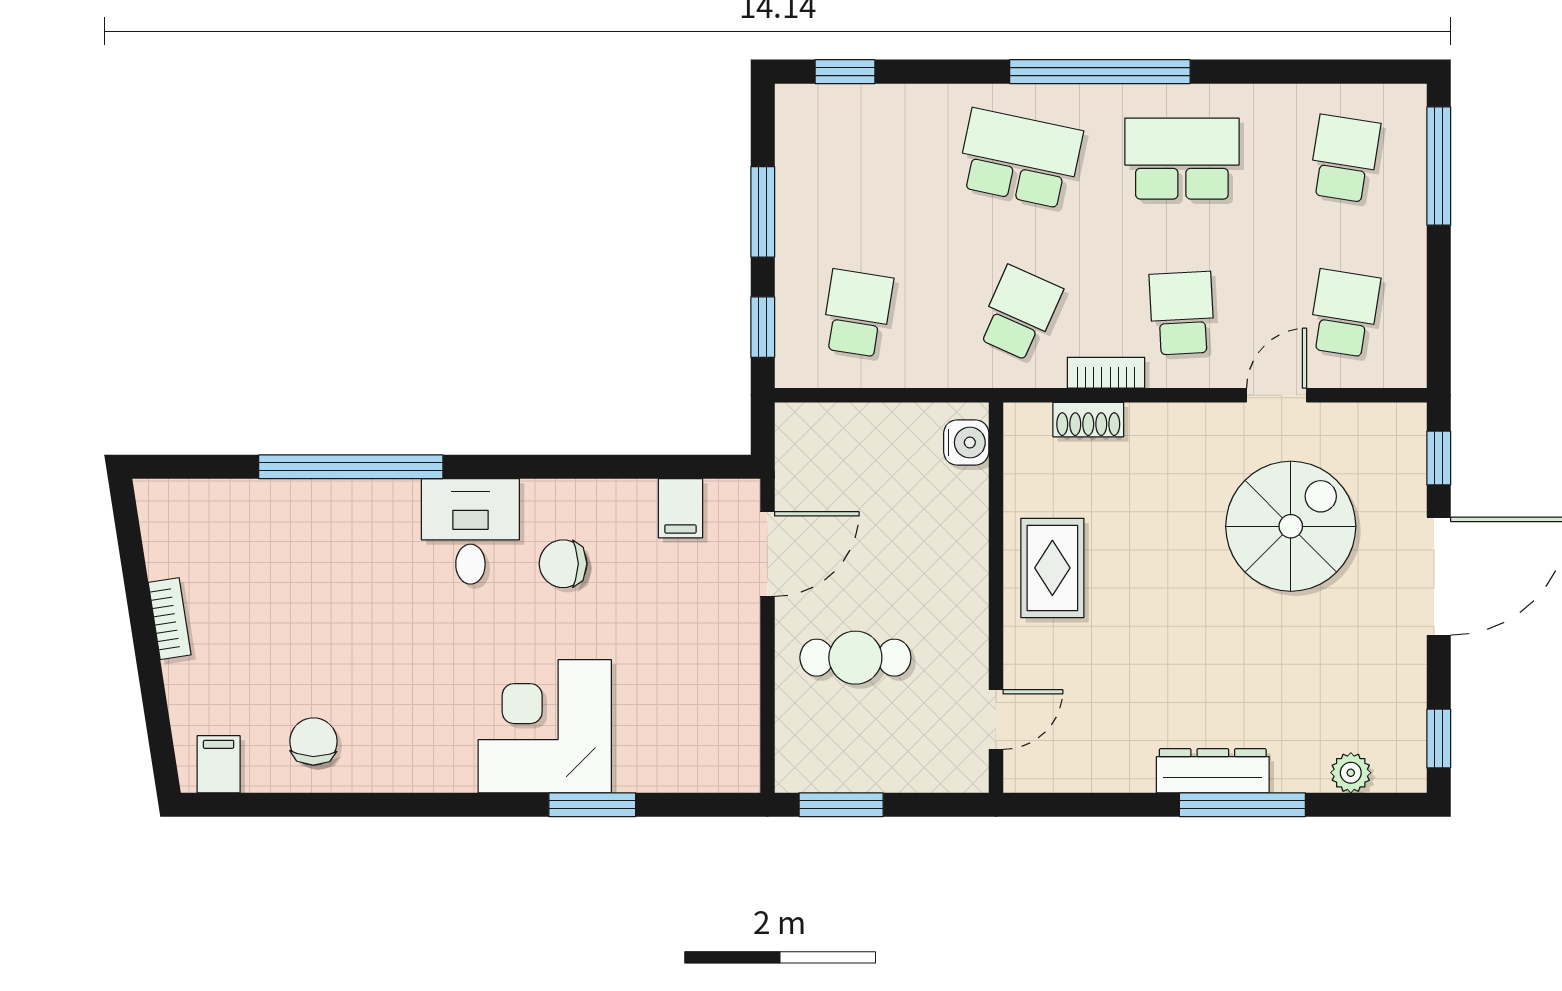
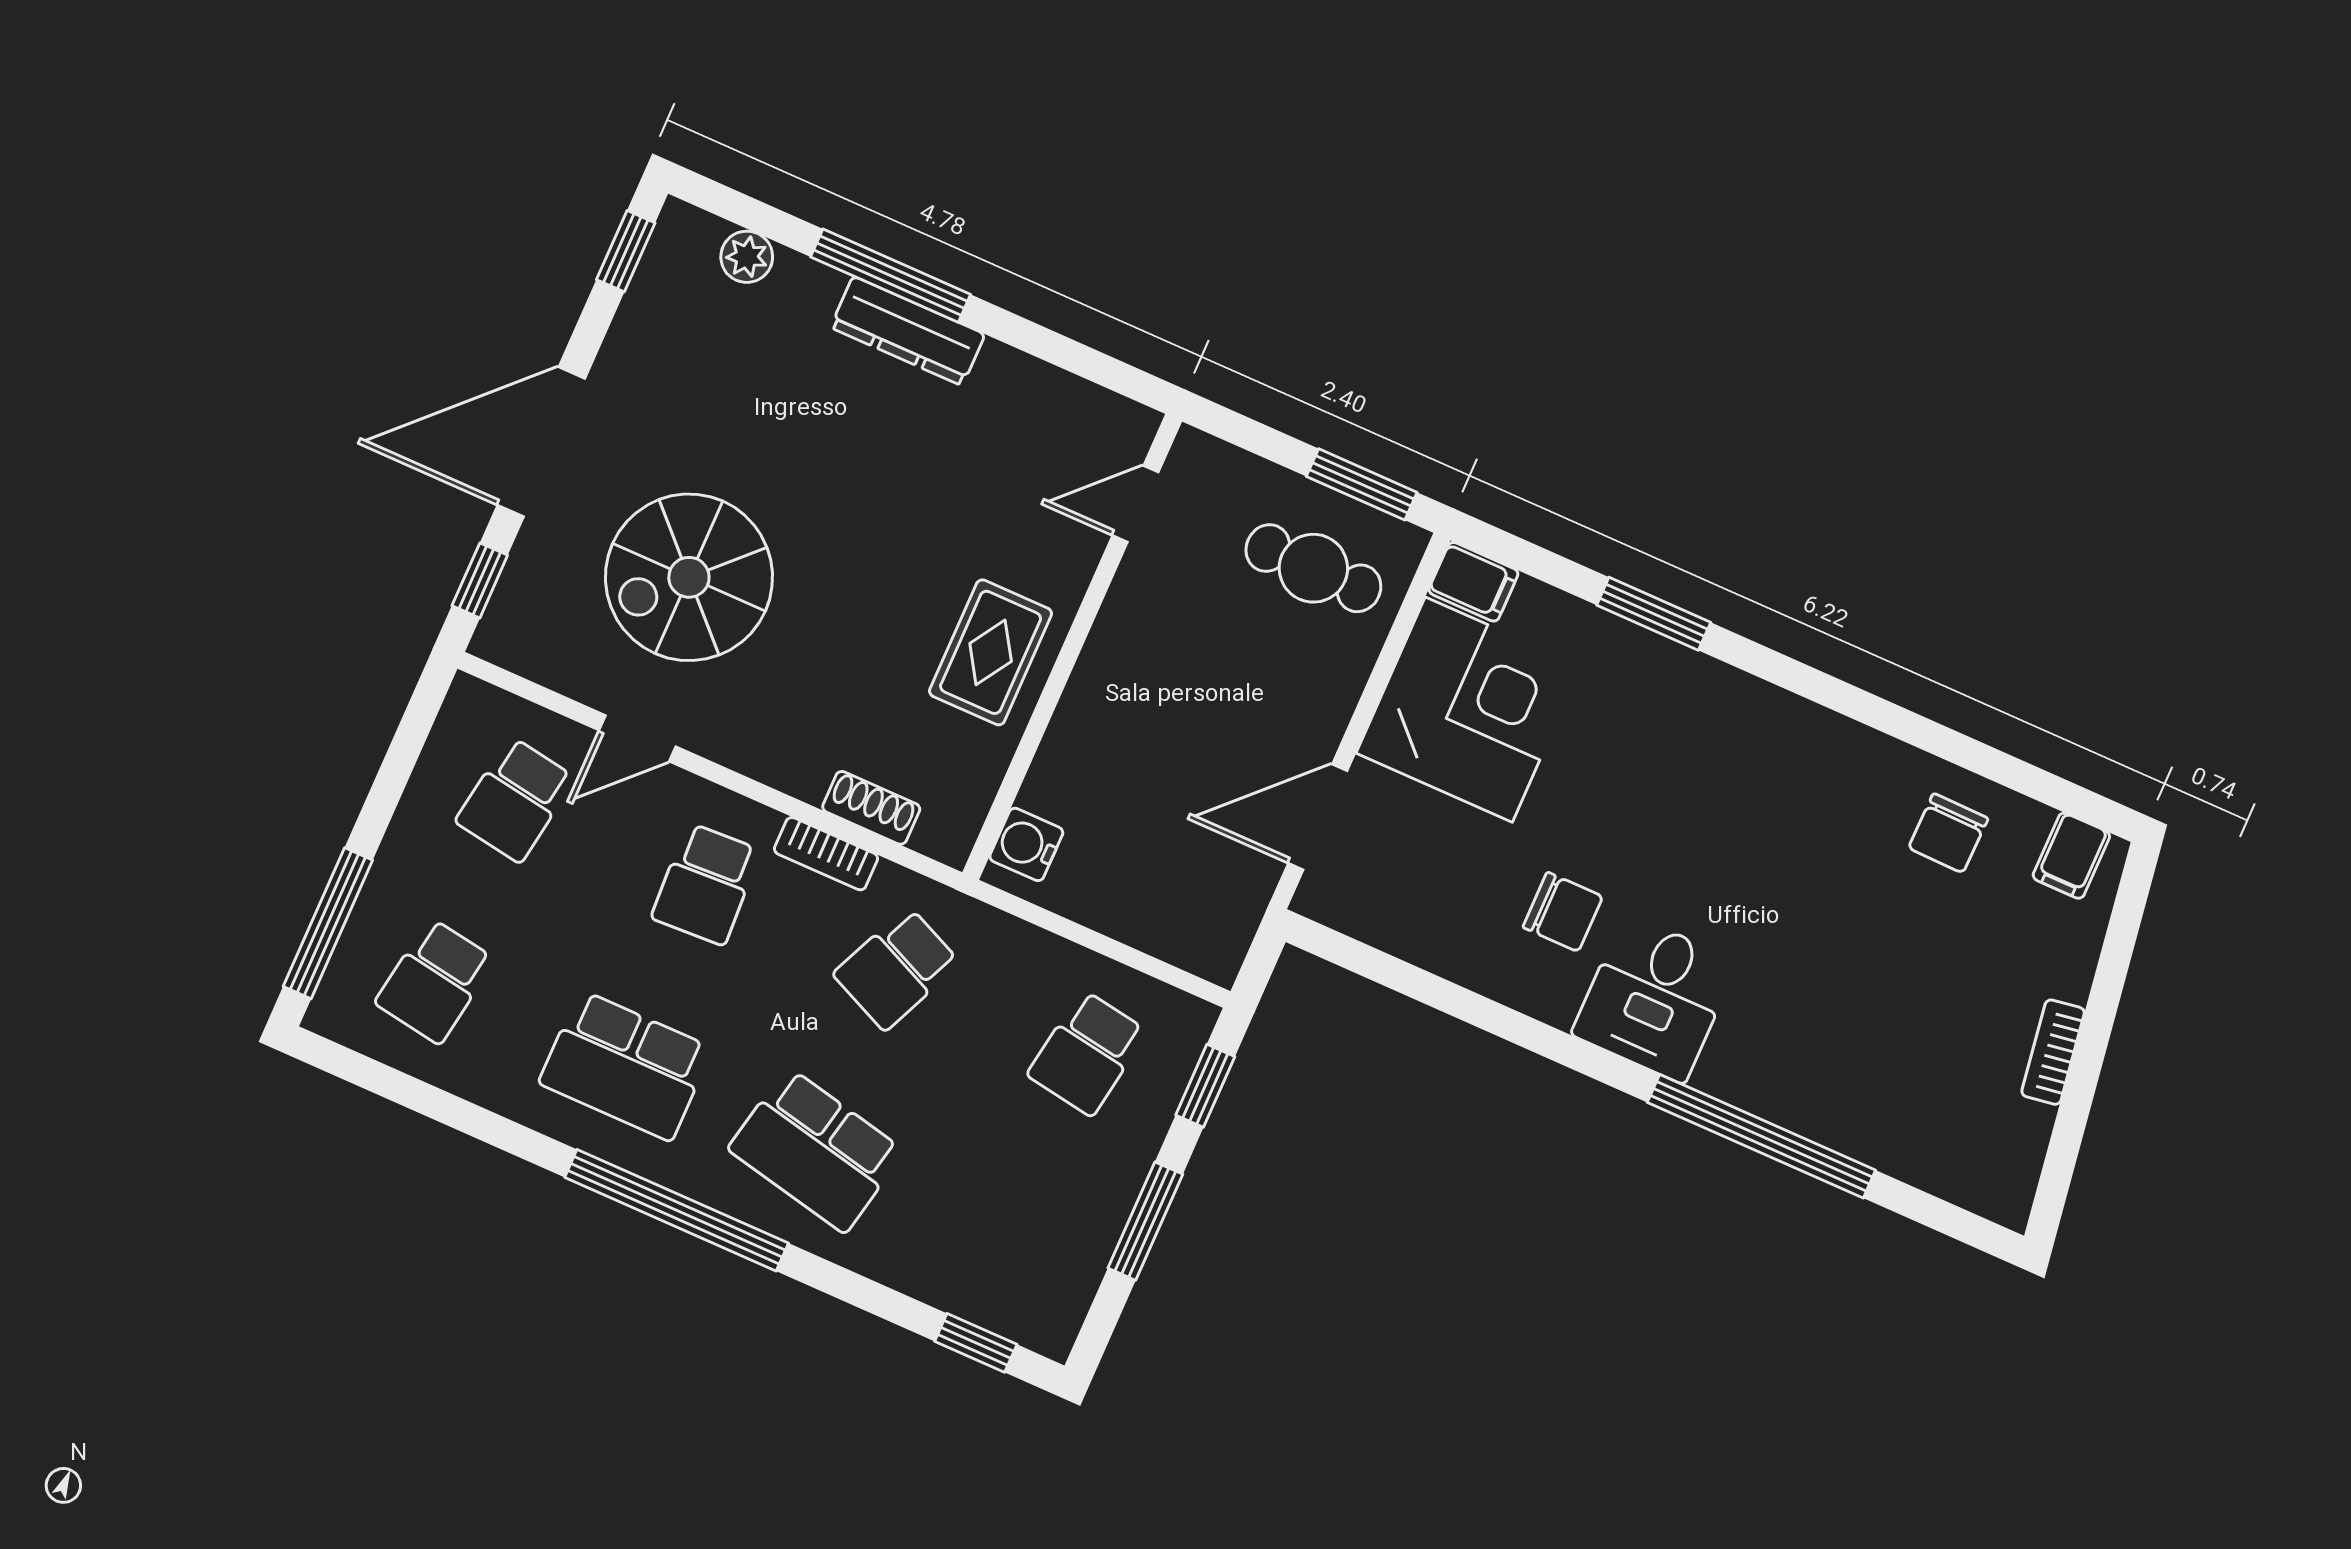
filing cabinet: (680, 508) -> (1473, 582), moved, turned 90
cafe table: (855, 658) -> (1313, 568), moved
corner desk: (545, 726) -> (1469, 710), moved, turned -90

